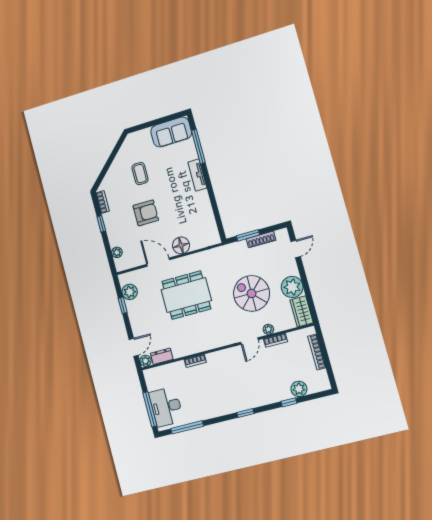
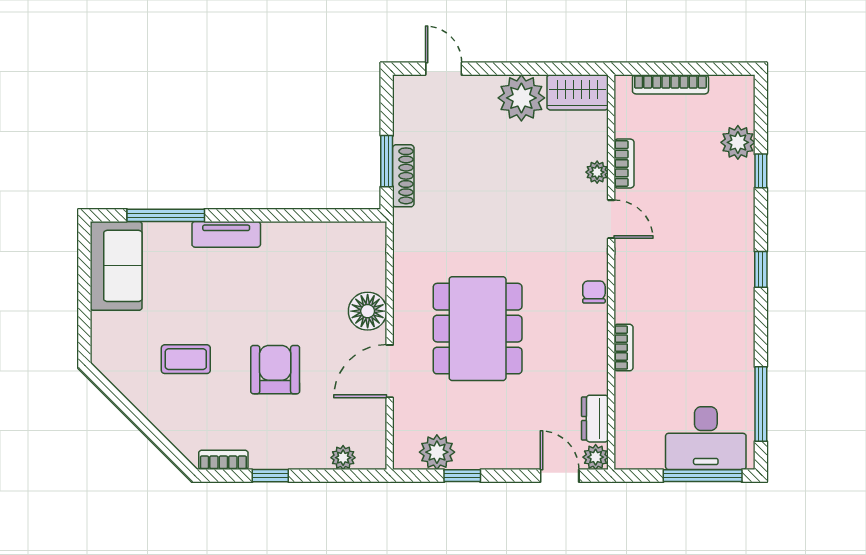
shoe rack: (261, 239) -> (403, 176), moved
spiral stairs: (251, 293) -> (512, 187), removed
chair: (216, 342) -> (594, 292), added

